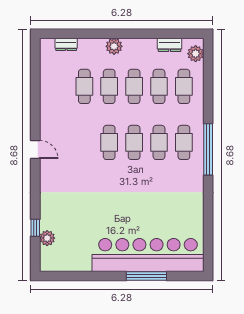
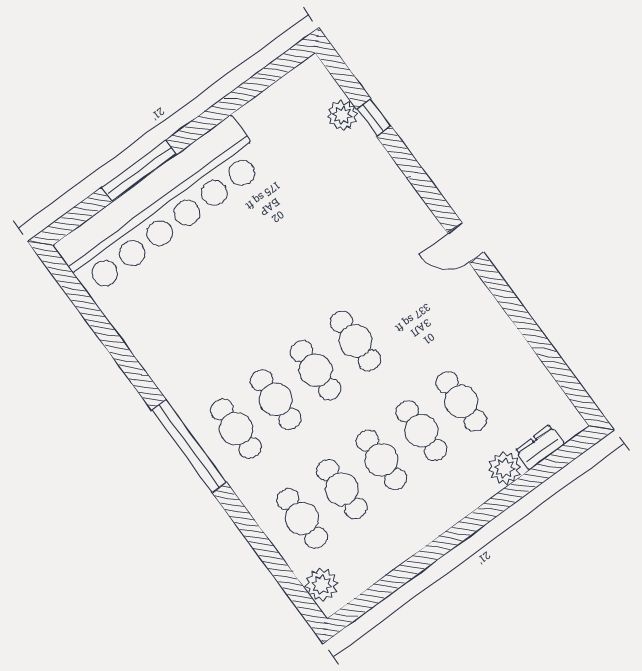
dresser: (170, 45) -> (374, 568), removed
plant: (114, 46) -> (505, 468), moved

